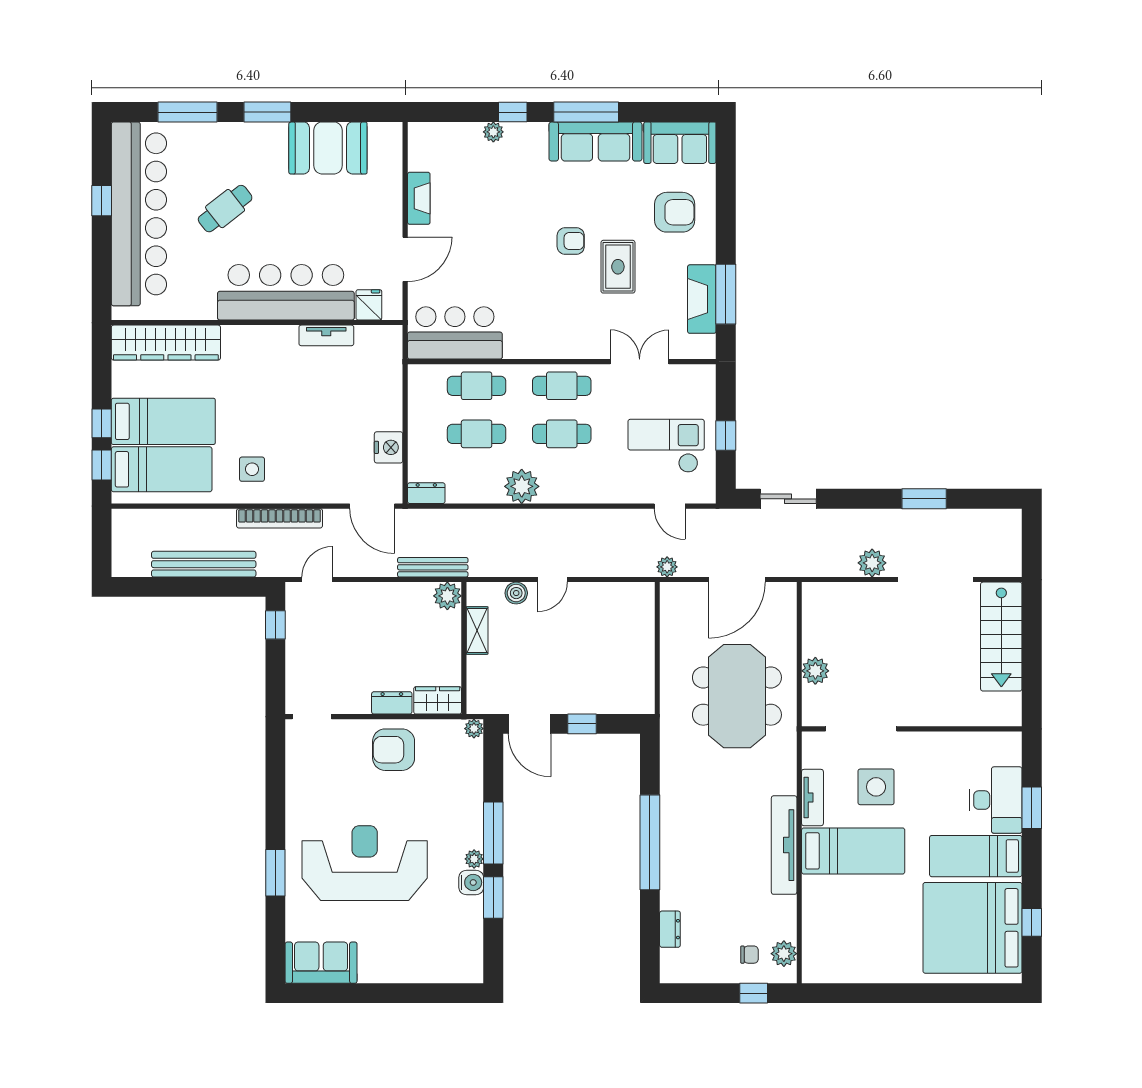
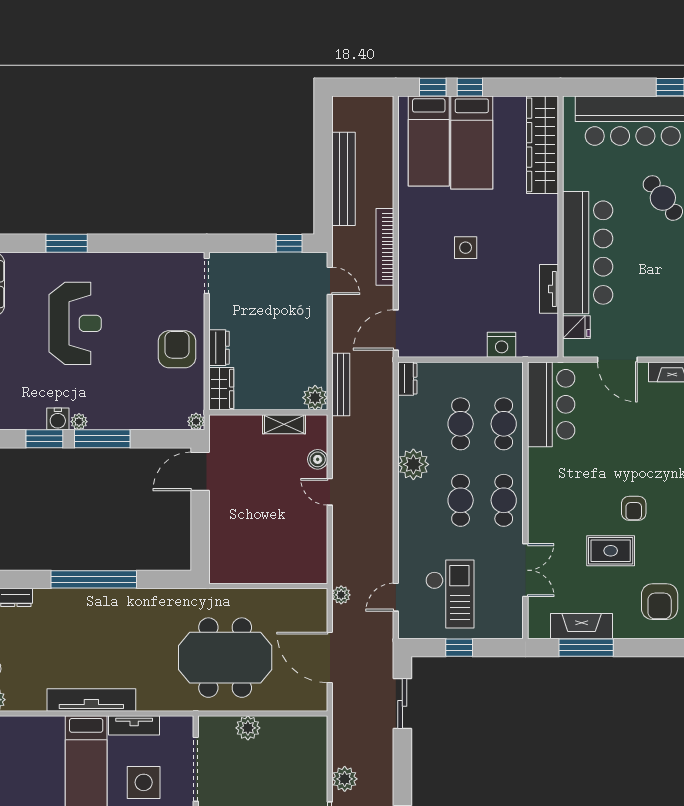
nightstand: (389, 447) -> (502, 345), moved
side table: (252, 469) -> (466, 248), moved
window: (582, 724) -> (200, 518), removed
reception desk: (365, 863) -> (75, 323), width x0.74, depth x0.77

